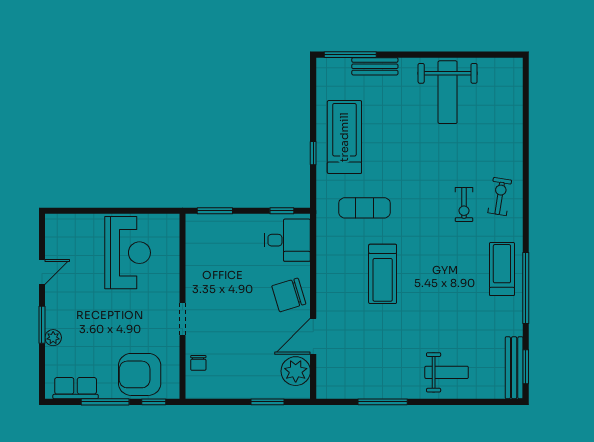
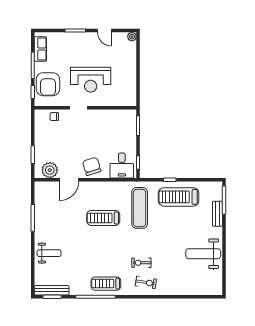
treadmill: (344, 137) -> (179, 197), turned 180
exercise mat: (364, 208) -> (140, 208), width x1.36, depth x1.45
reception desk: (128, 253) -> (91, 80), moved
treadmill: (502, 269) -> (106, 284), turned 180
door: (313, 336) -> (69, 180), swing flipped
plant: (53, 338) -> (132, 37), moved
weight bench: (447, 372) -> (49, 253), turned -90
armchair: (140, 374) -> (48, 84), turned 180

